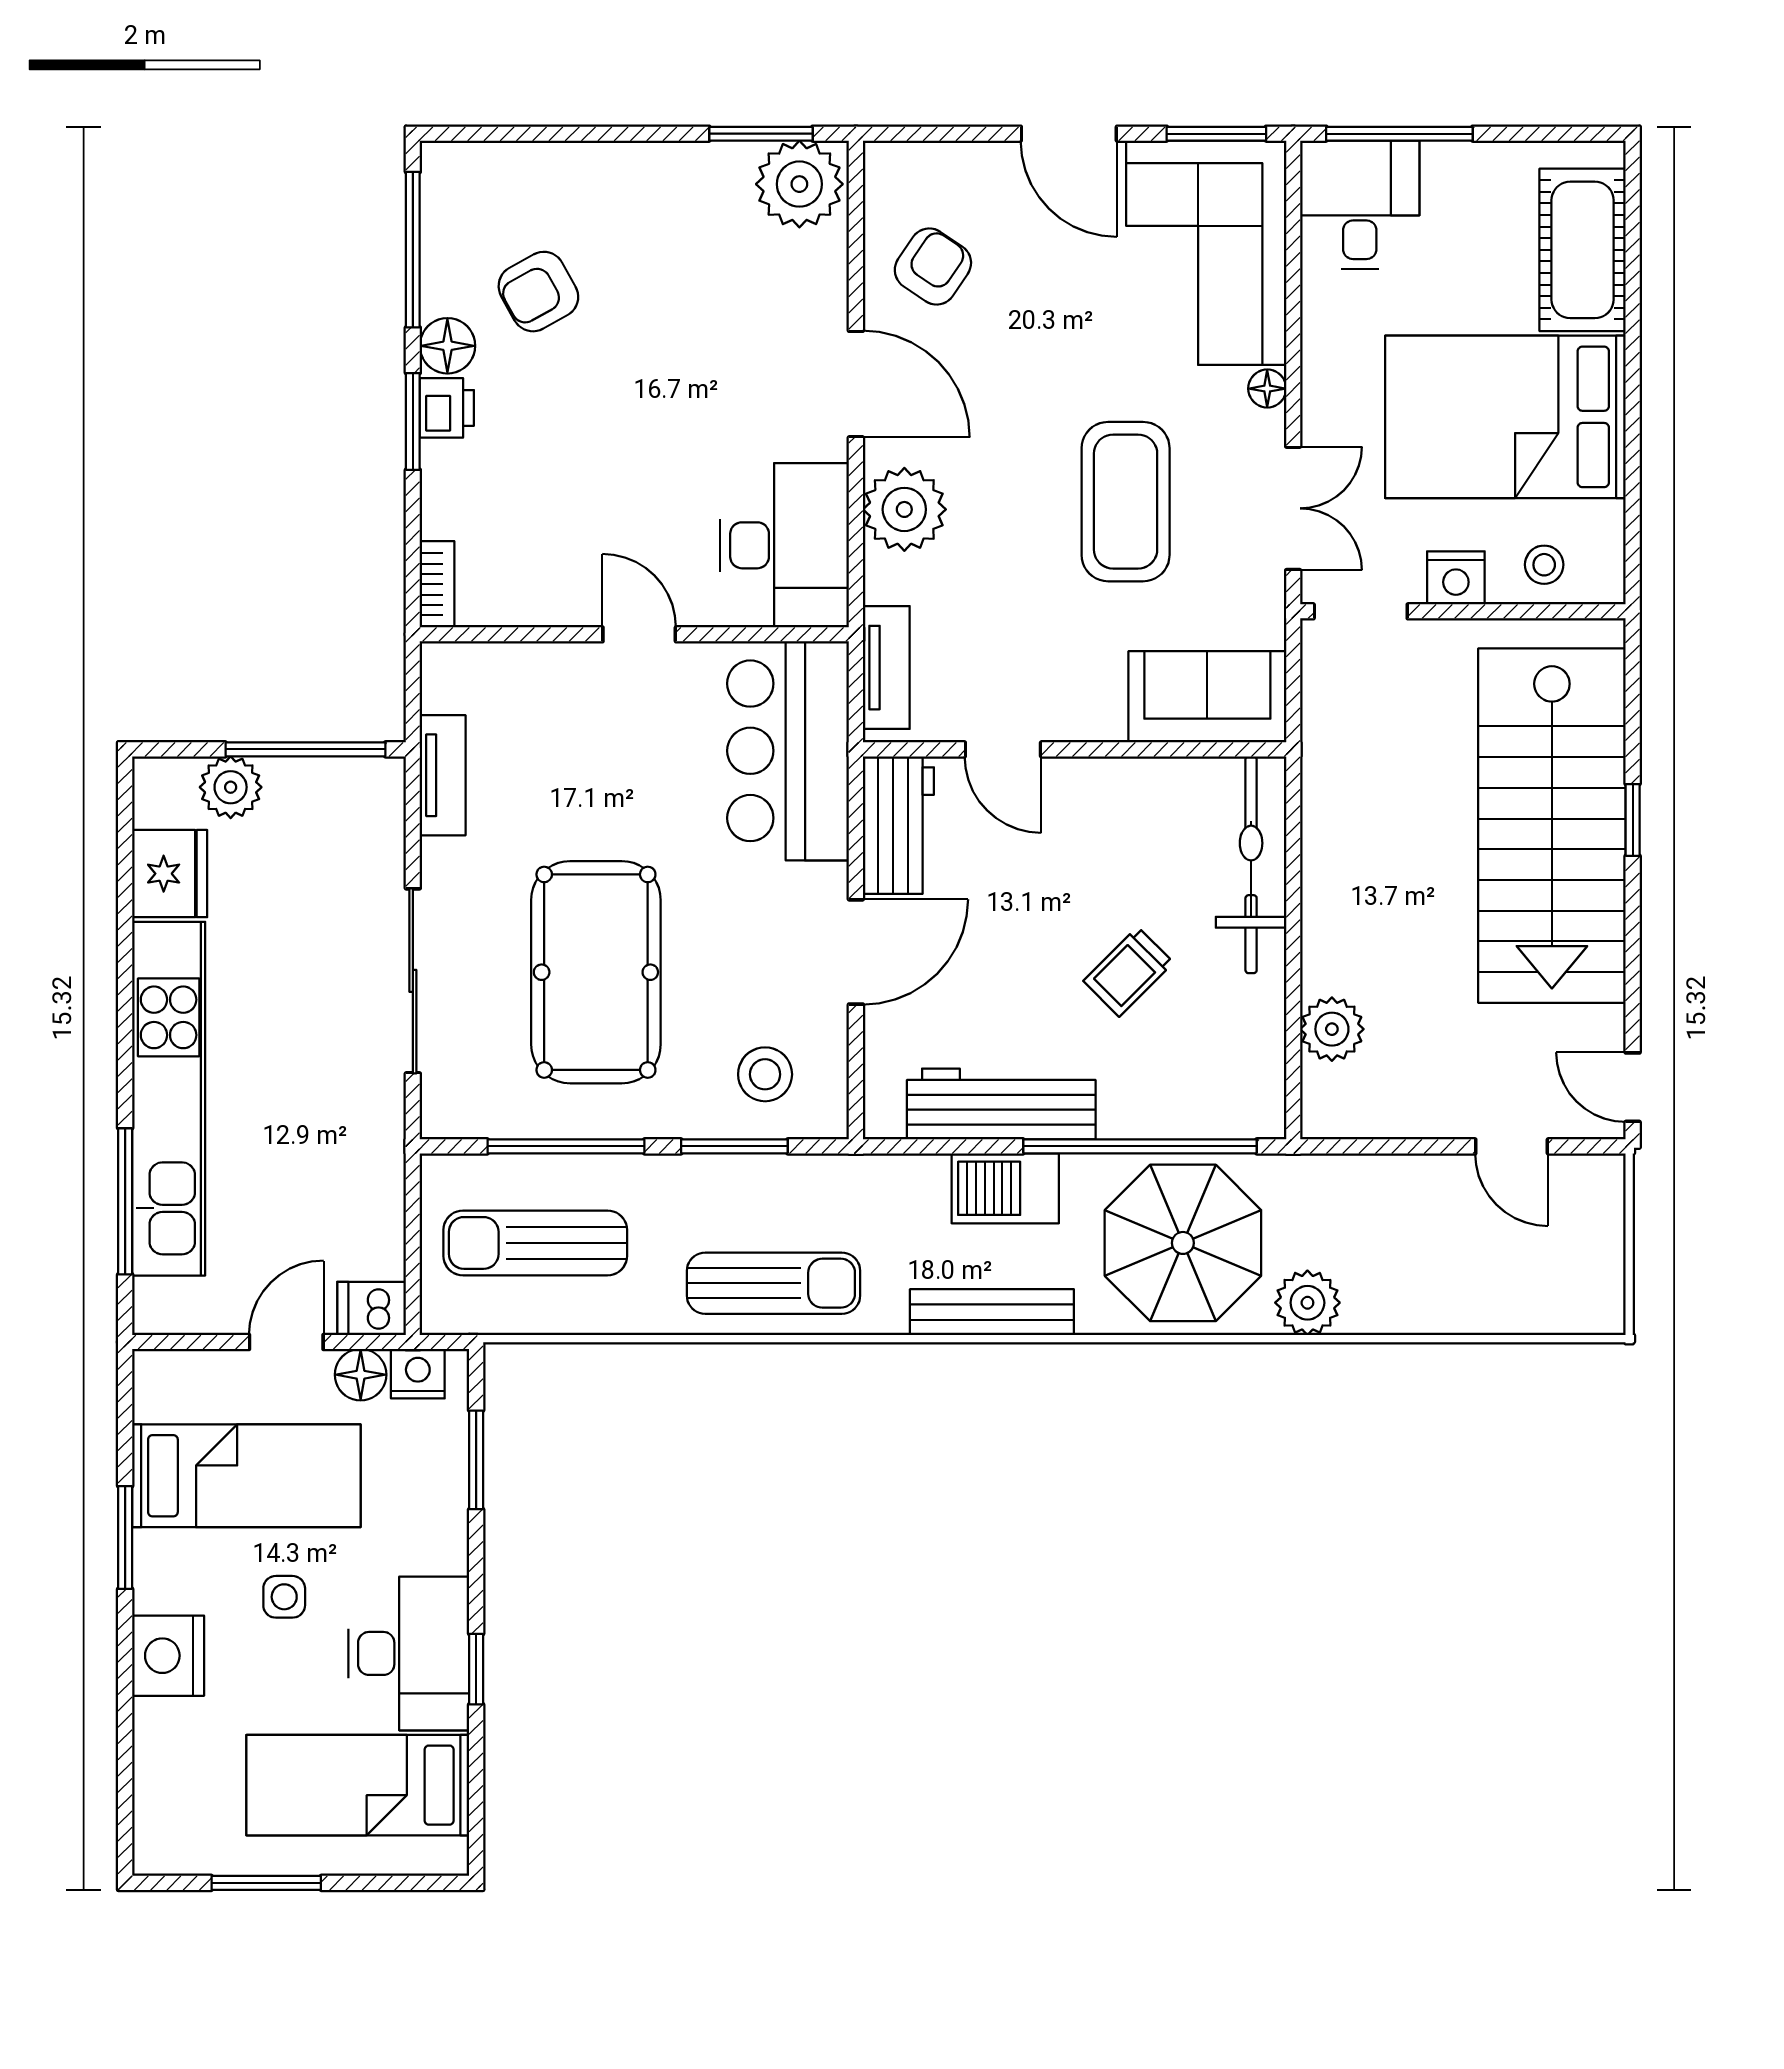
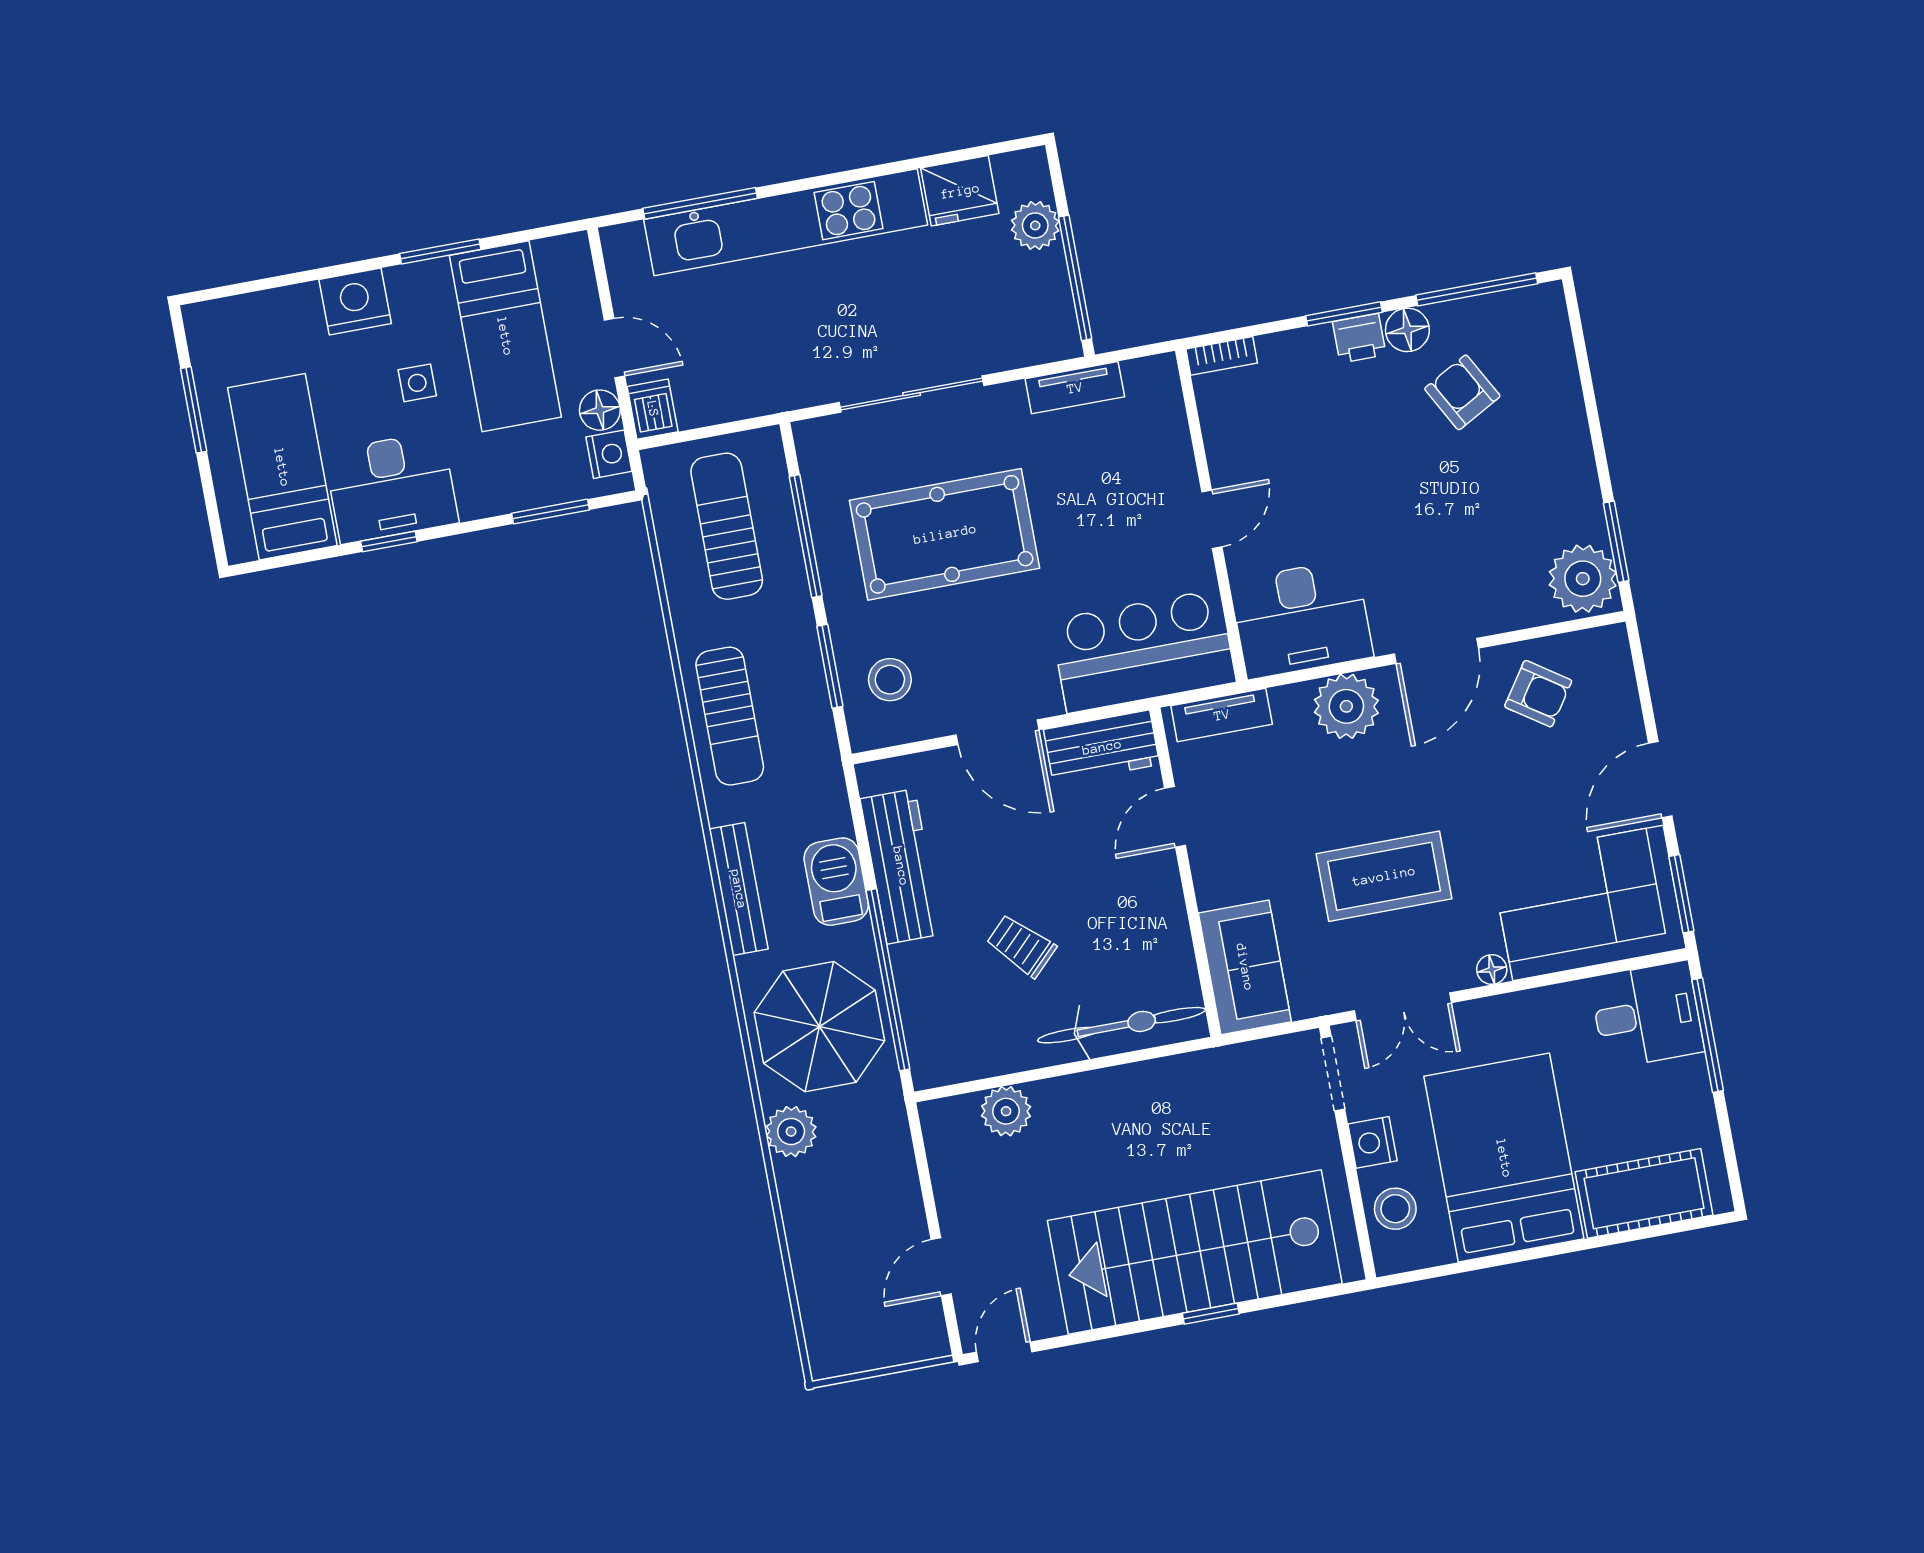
stool: (1544, 565) -> (1395, 1209), width x1.37, depth x1.37

